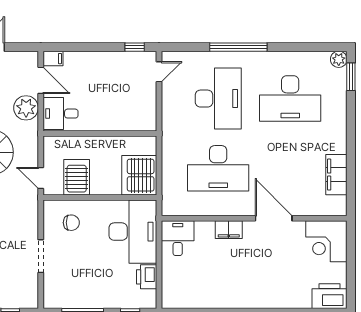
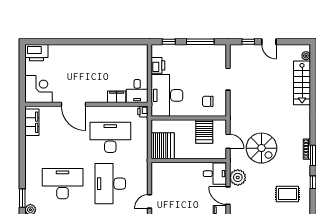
server rack: (139, 175) -> (163, 146), moved
filing cabinet: (336, 175) -> (32, 122), moved
door: (41, 178) -> (228, 141), moved
printer: (169, 207) -> (143, 111), added
filing cabinet: (229, 230) -> (117, 97), moved

